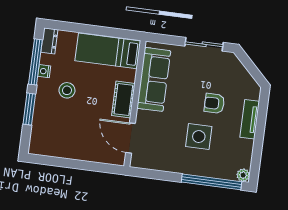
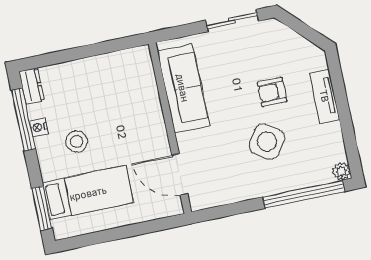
bed: (108, 51) -> (88, 193), moved, turned 180
cot: (123, 99) -> (153, 128), removed
window: (29, 109) -> (42, 208), moved
side table: (199, 137) -> (267, 142), turned 34

